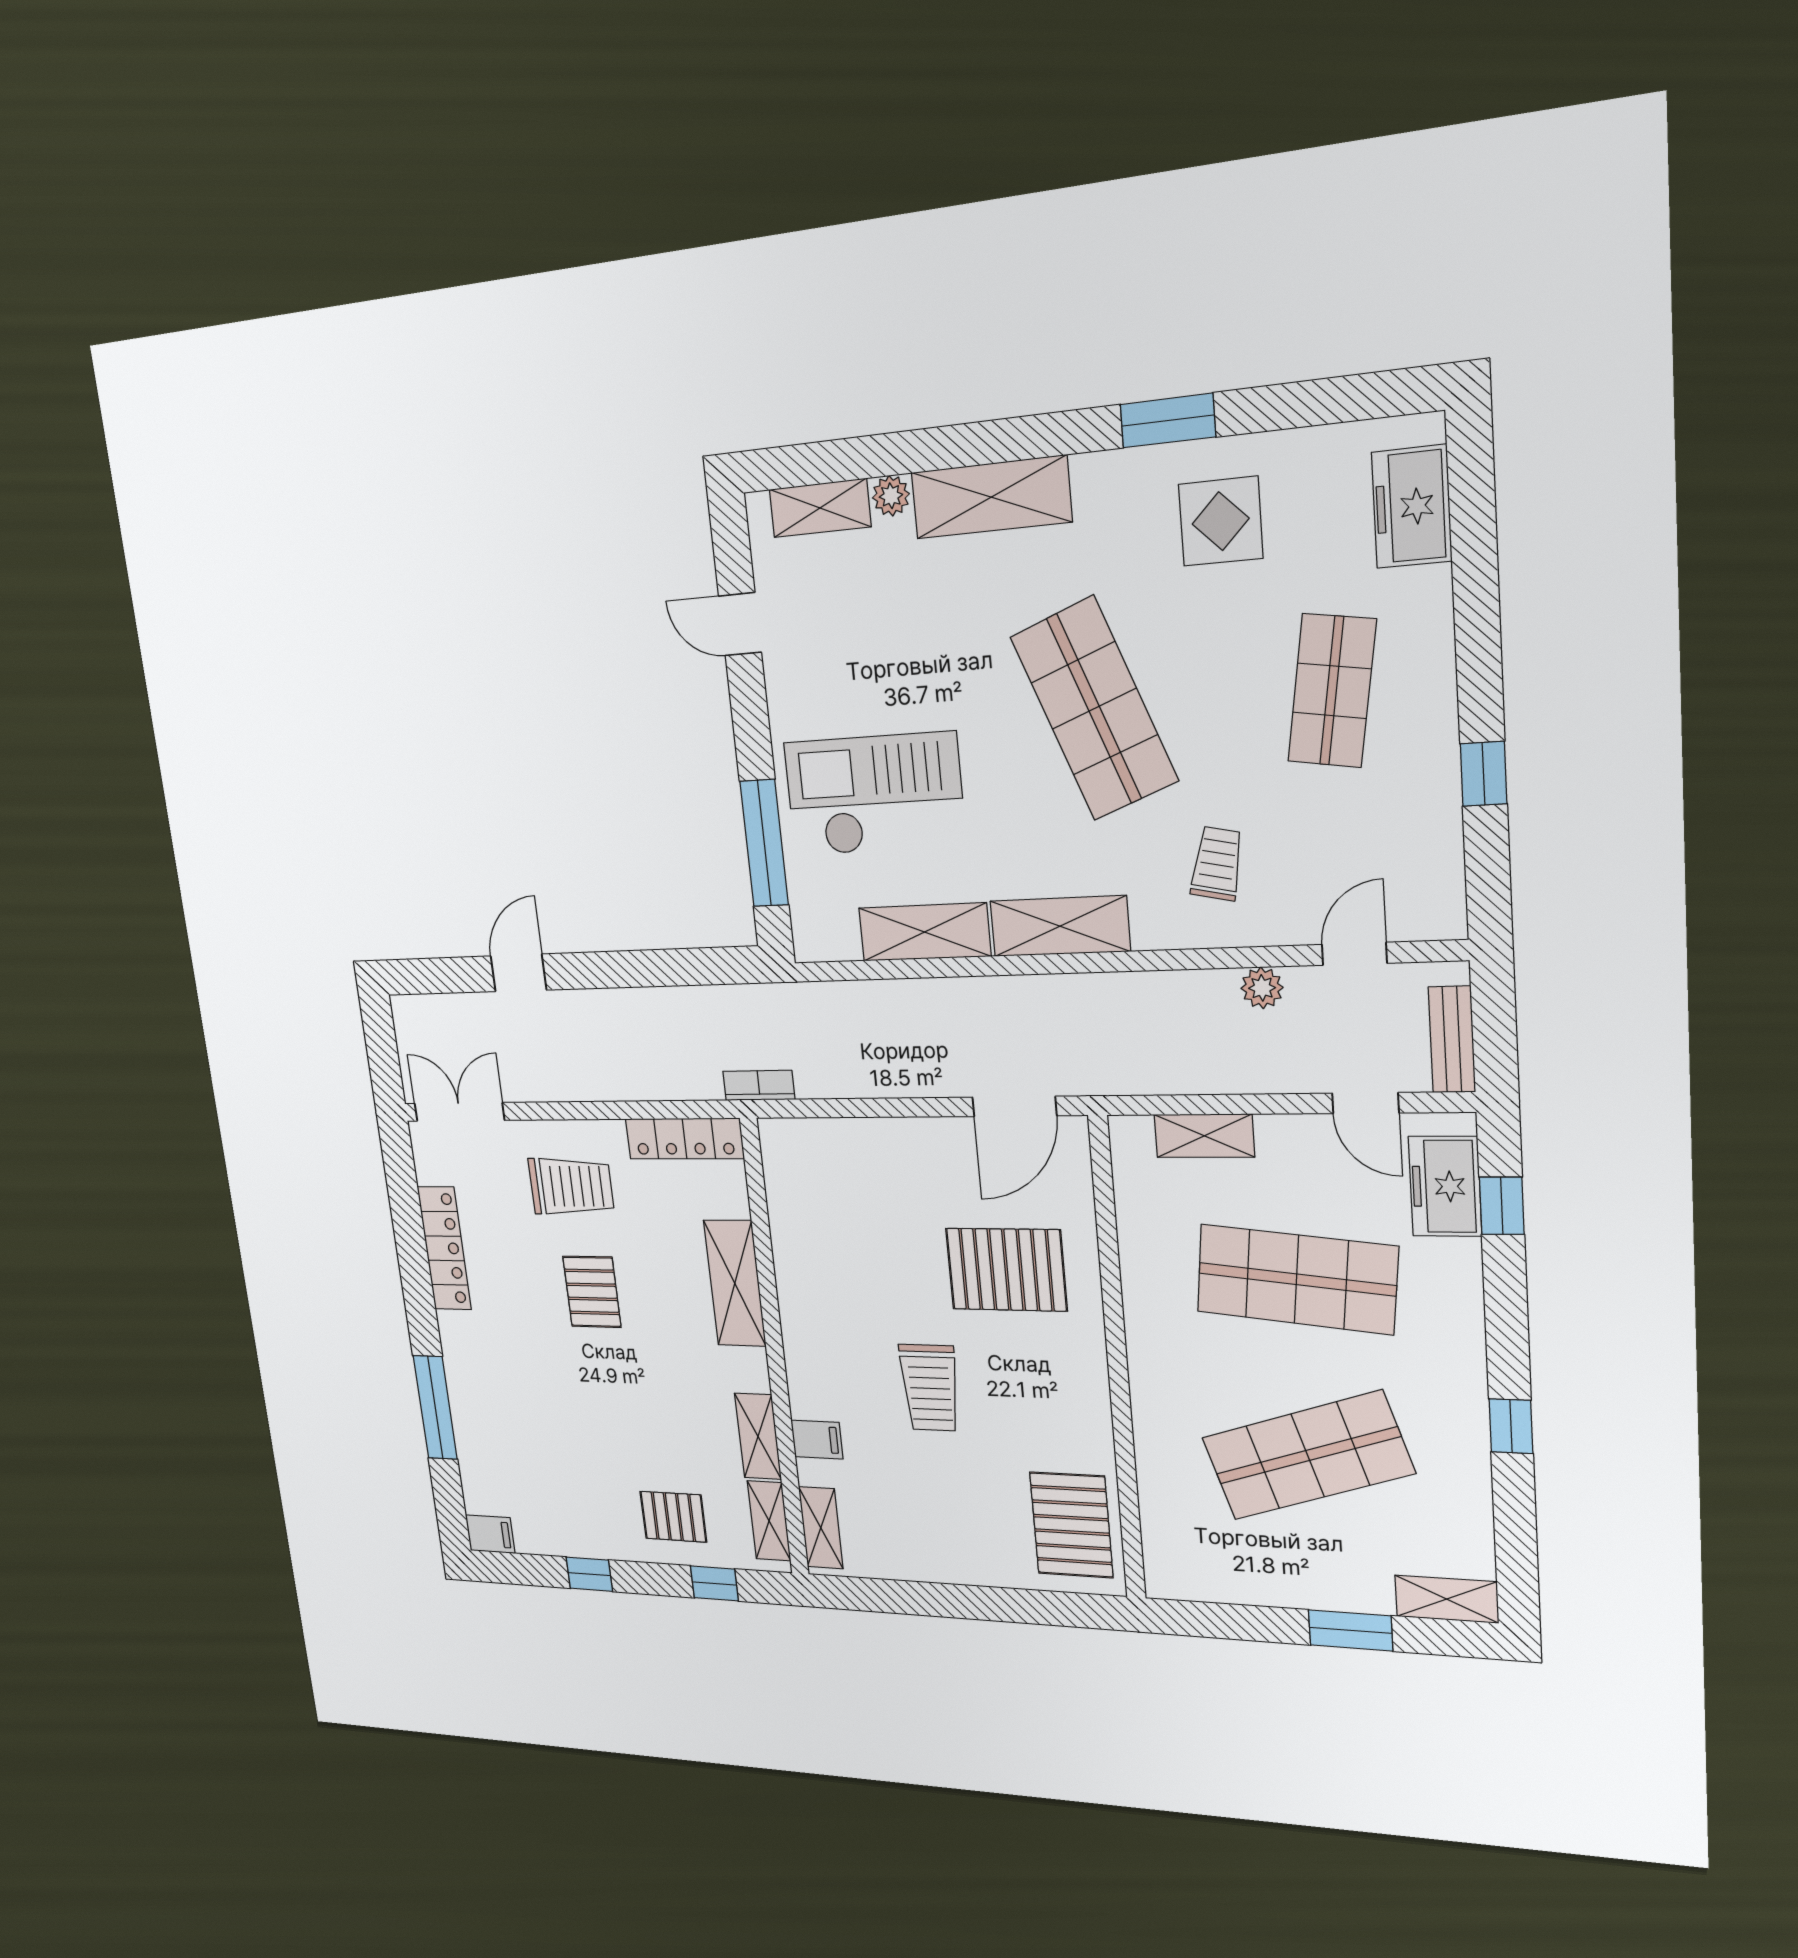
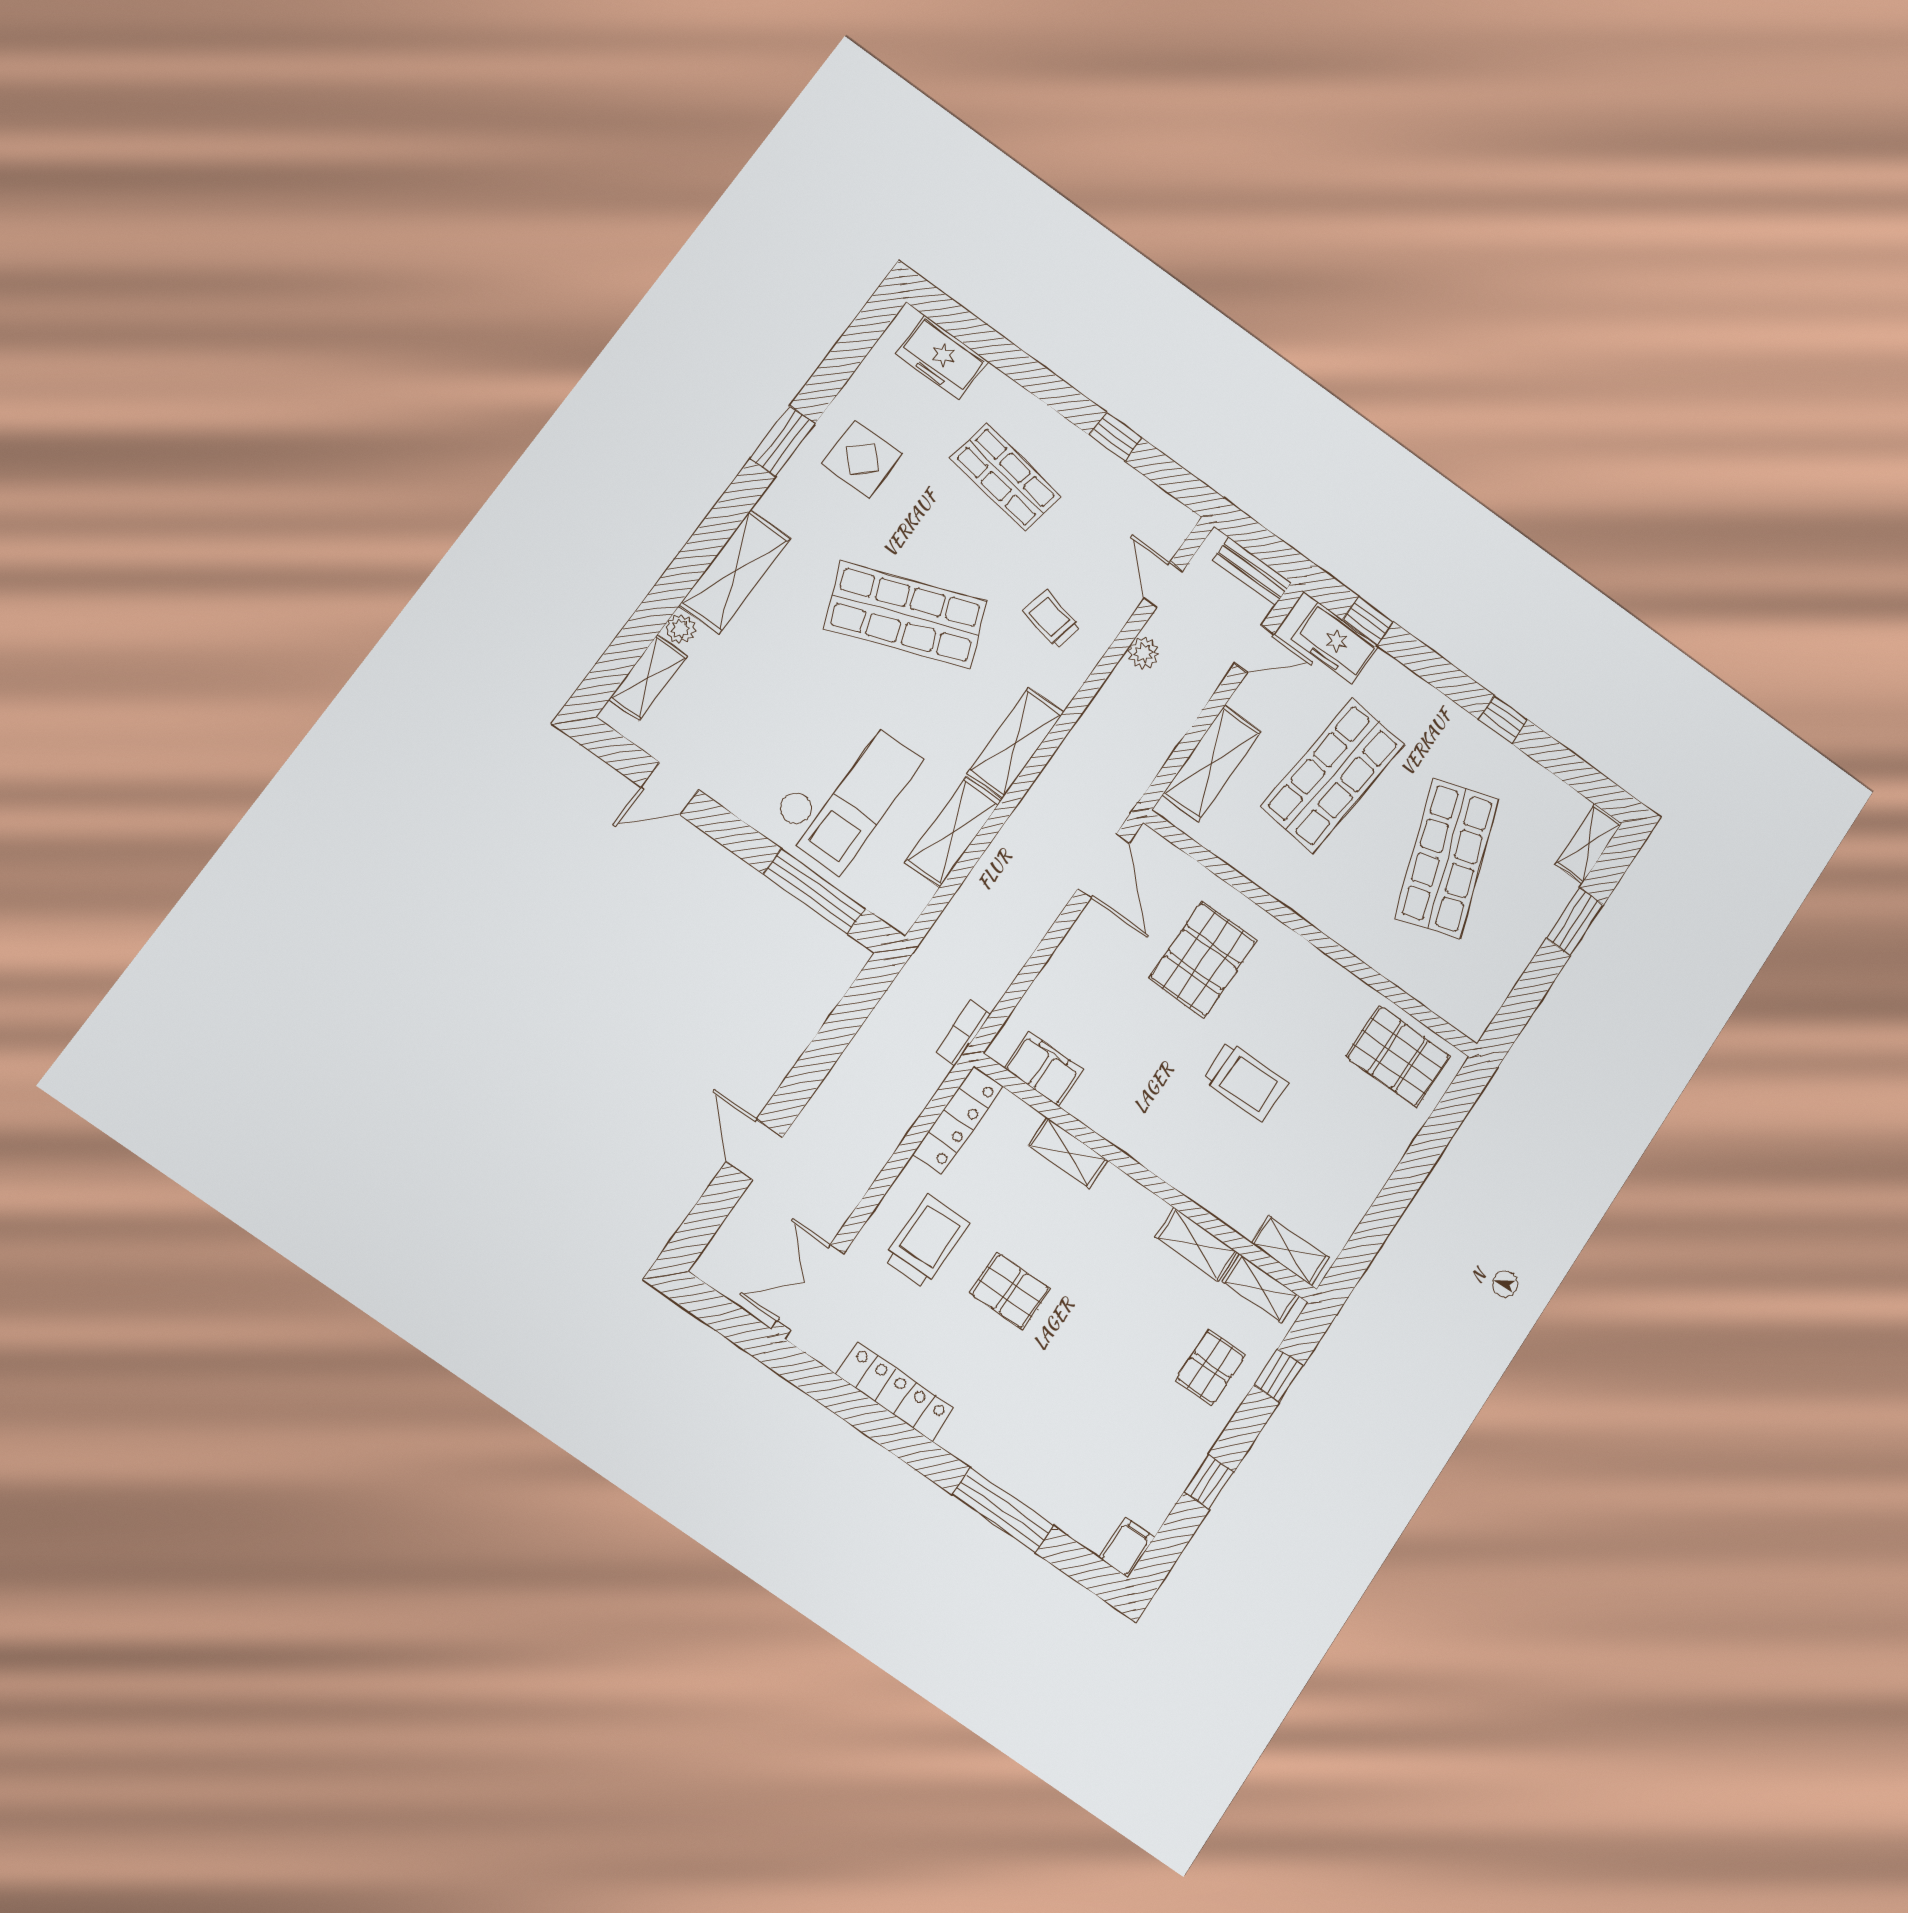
checkout: (874, 794) -> (844, 792), turned 180
shelving: (1204, 1136) -> (1211, 763), width x1.50, depth x1.33
shelving: (735, 1283) -> (1068, 1153), width x0.67, depth x0.75
filing cabinet: (817, 1440) -> (1043, 1069), moved, width x2.00

